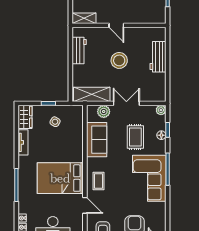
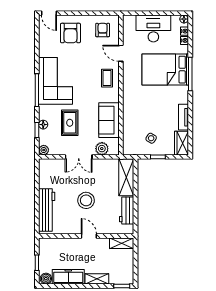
workbench: (158, 57) -> (47, 210), width x1.38
shelving: (92, 94) -> (126, 177), moved, turned 90
bed: (60, 178) -> (165, 70), moved, turned 180

